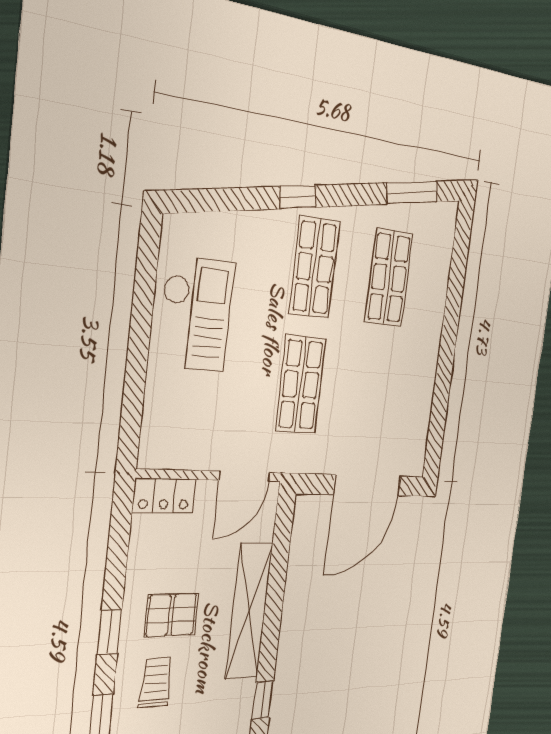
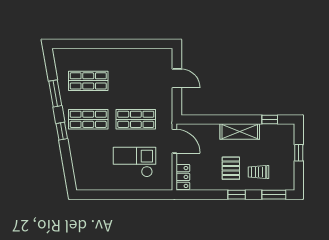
window: (412, 193) -> (55, 93), moved
checkout: (196, 314) -> (135, 162), moved
door: (368, 485) -> (177, 78), width x0.53
shelving: (249, 611) -> (240, 132), width x0.68

